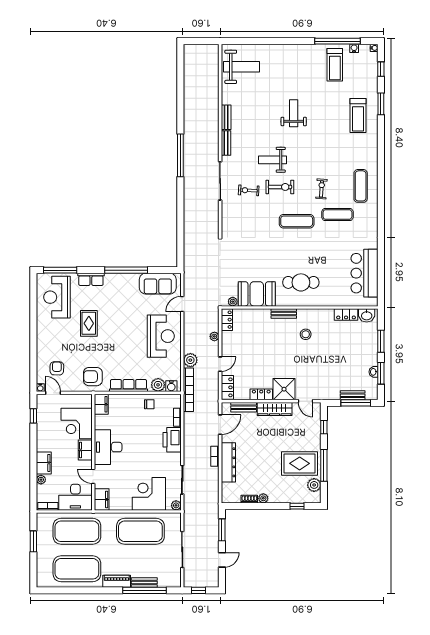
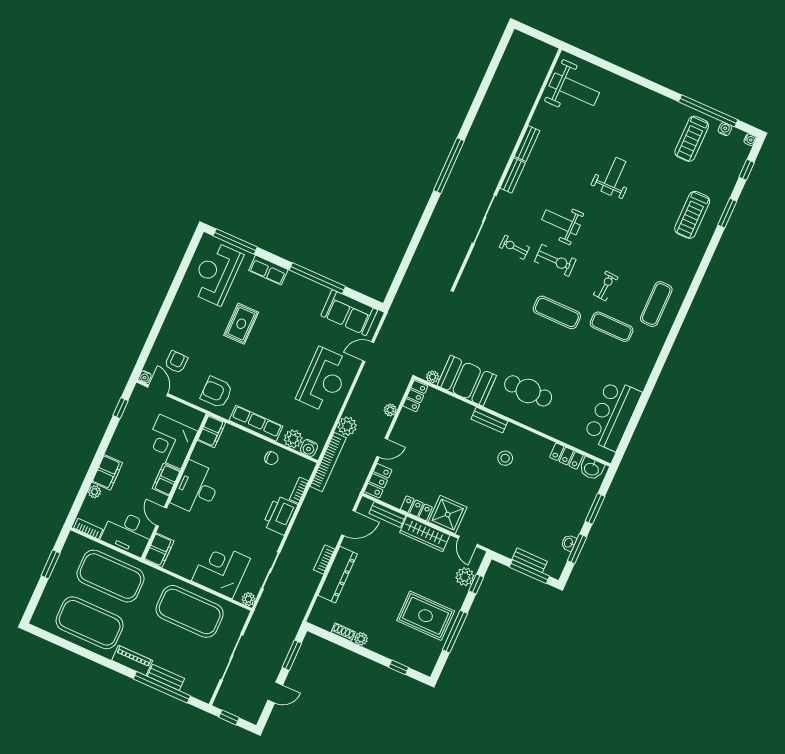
plant: (314, 485) -> (465, 577), moved

